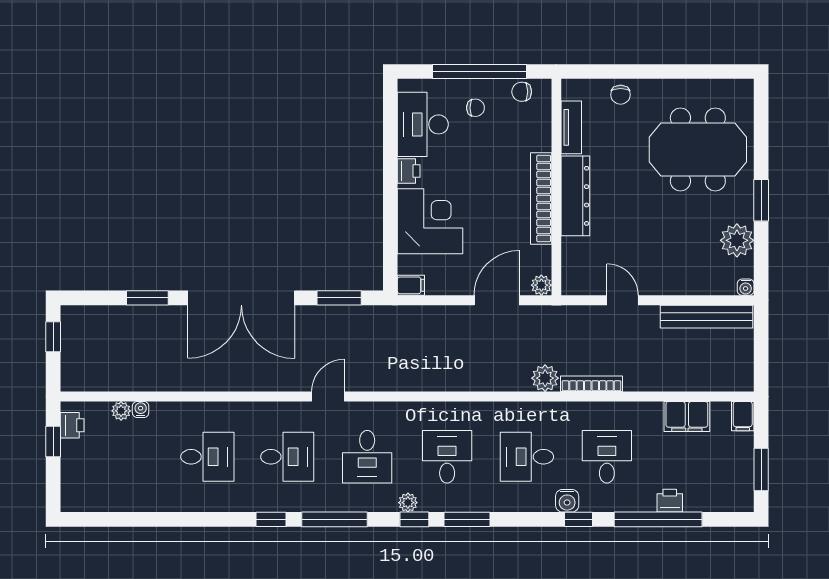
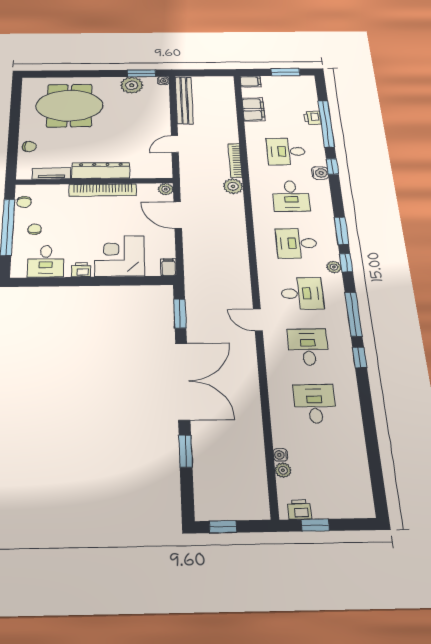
desk: (423, 124) -> (46, 261), width x0.73
meeting table: (698, 149) -> (69, 106), turned 90
window: (761, 200) -> (141, 73), moved

